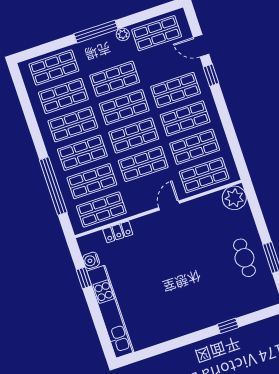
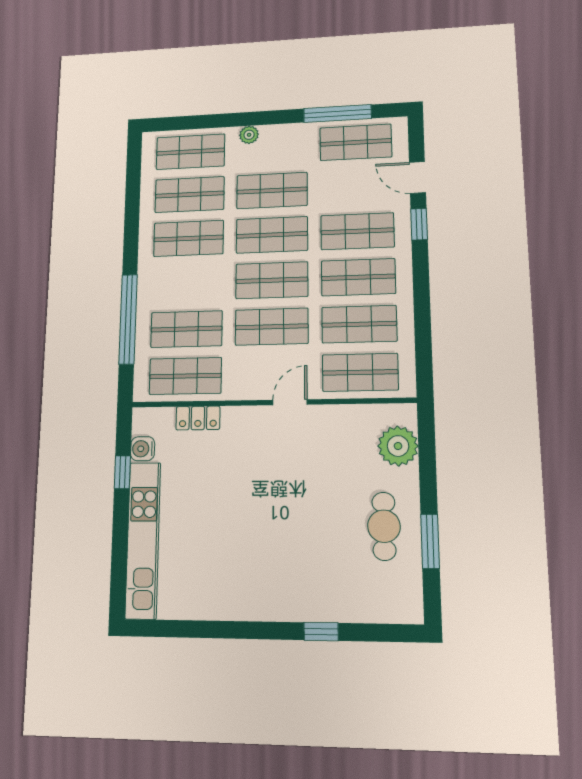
window: (96, 32) -> (337, 114), moved
plant: (123, 34) -> (249, 135), moved
shop shelf: (82, 153) -> (188, 283), removed
plant: (234, 198) -> (398, 446), moved

